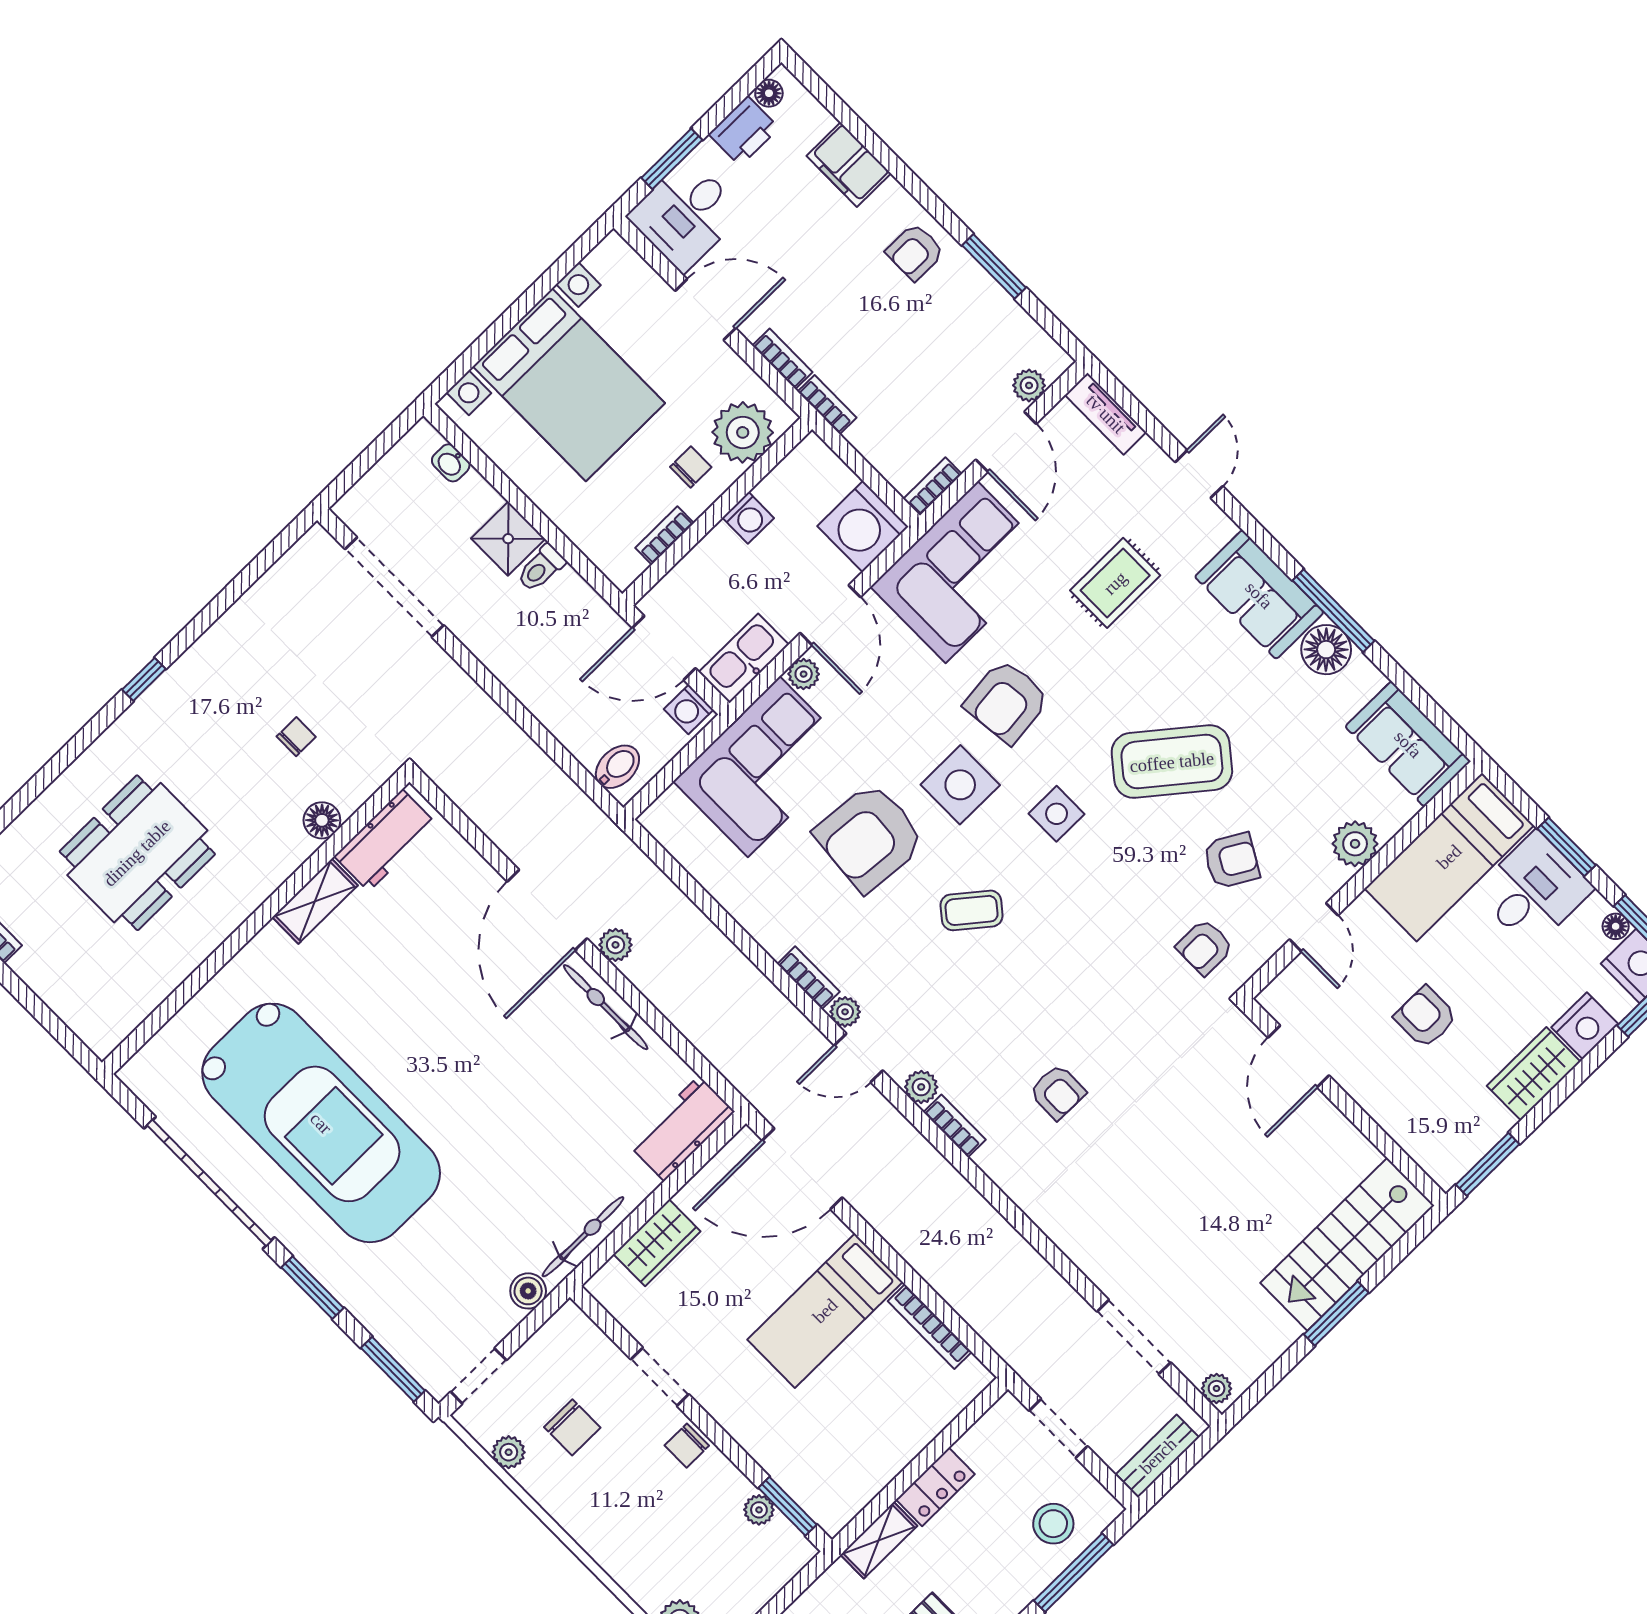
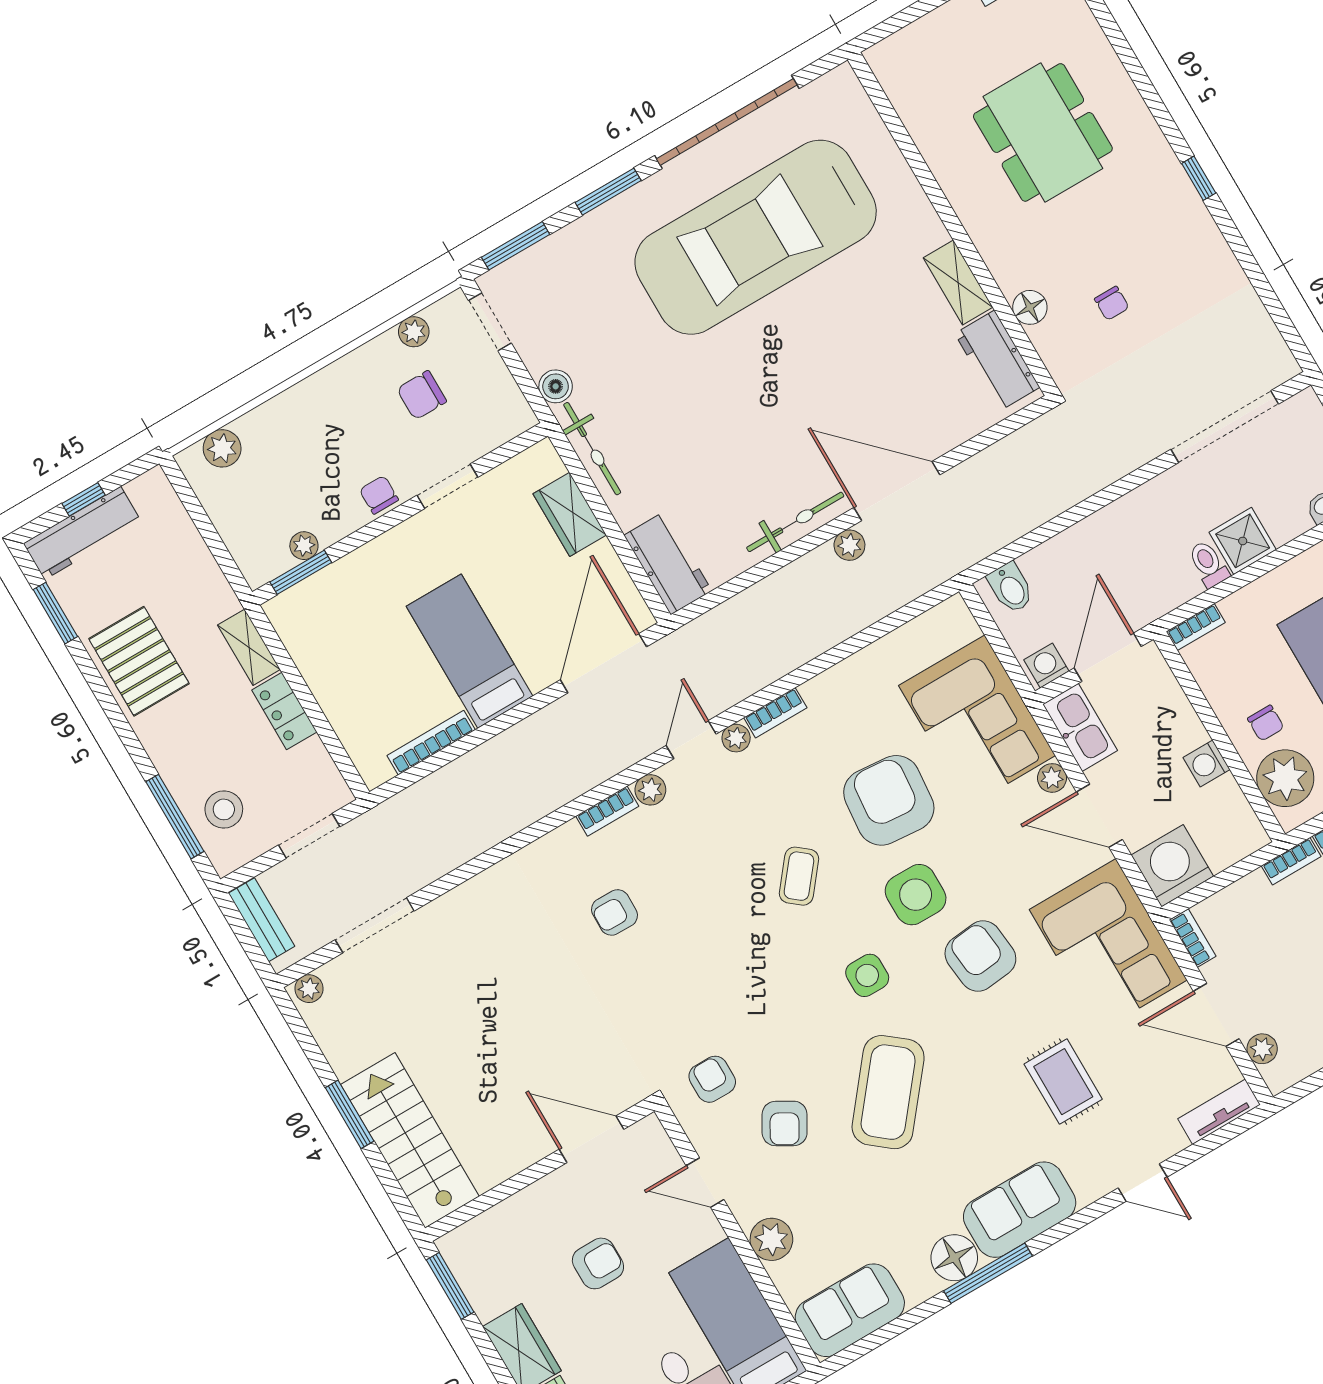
bookcase: (665, 535) -> (1196, 627), moved, turned 90

